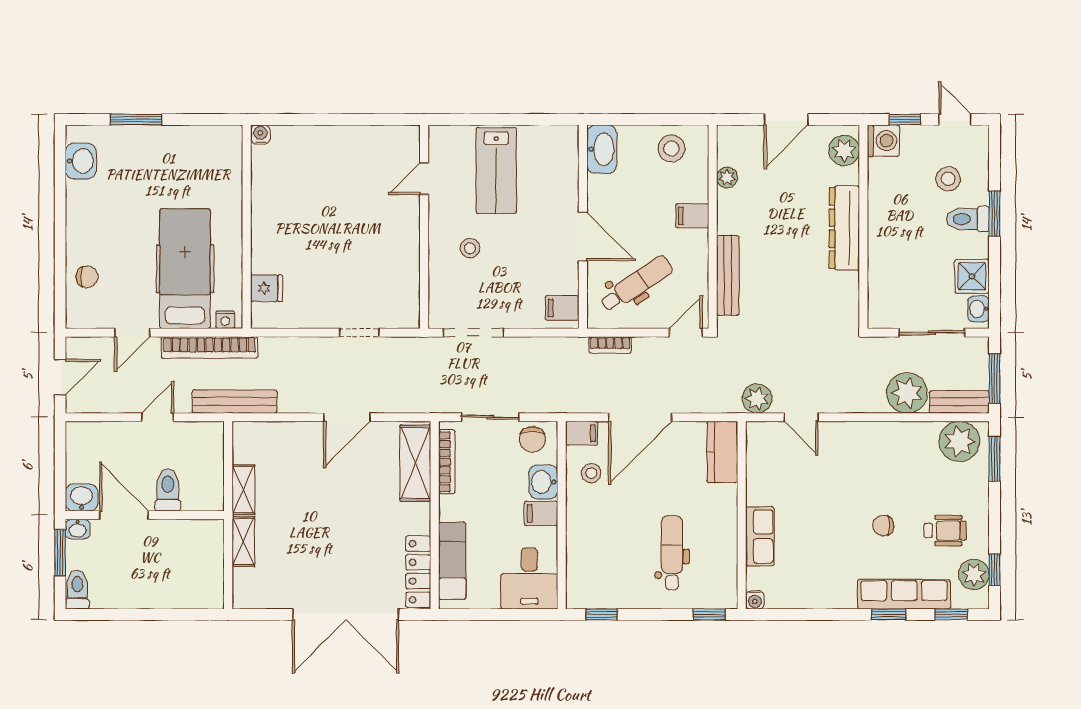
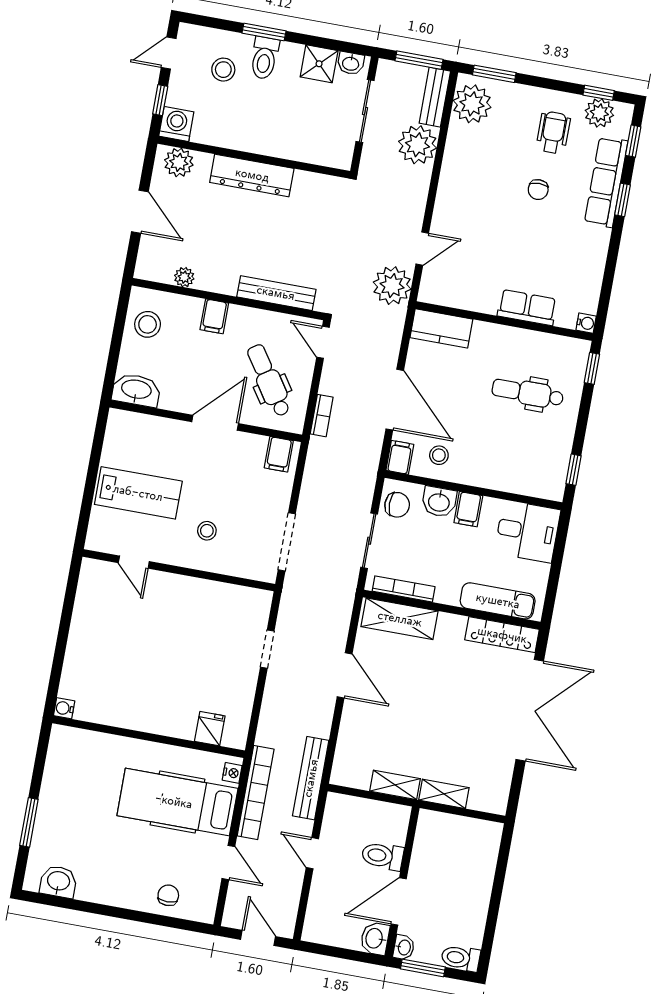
plant: (757, 399) -> (392, 286), width x1.36, depth x1.36

